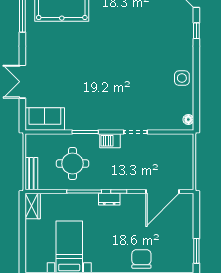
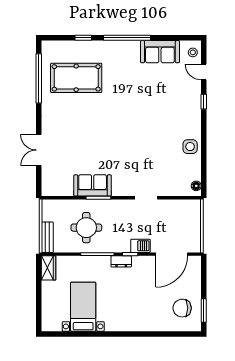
sofa: (45, 119) -> (93, 185), moved
barbecue: (110, 141) -> (140, 246), moved, turned 180
chair: (141, 259) -> (182, 308), moved, turned -90

